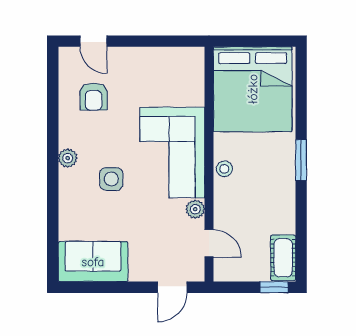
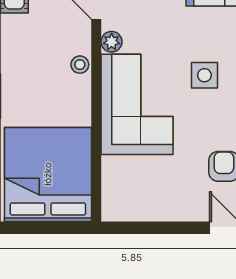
stool: (224, 169) -> (80, 65), moved

